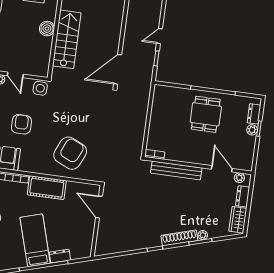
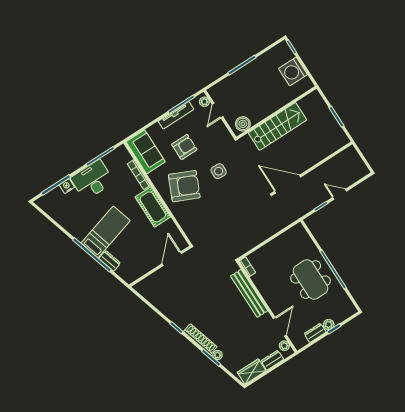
boiler: (47, 29) -> (243, 124), moved
side table: (40, 88) -> (219, 171), moved
dining table: (206, 114) -> (311, 280), width x1.37
dresser: (254, 114) -> (315, 333), moved
armchair: (70, 153) -> (184, 186), moved

